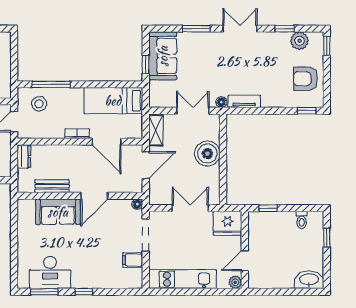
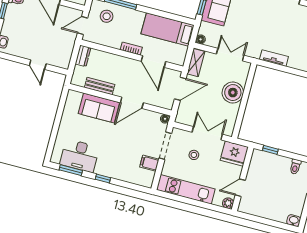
floor lamp: (221, 102) -> (201, 39), moved
stool: (181, 237) -> (194, 155), added
washbasin: (309, 280) -> (294, 221), width x0.52, depth x0.69

